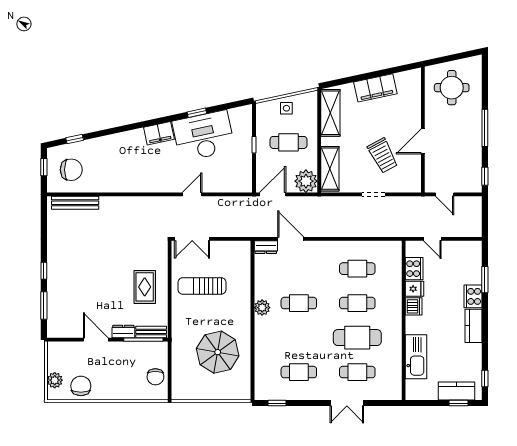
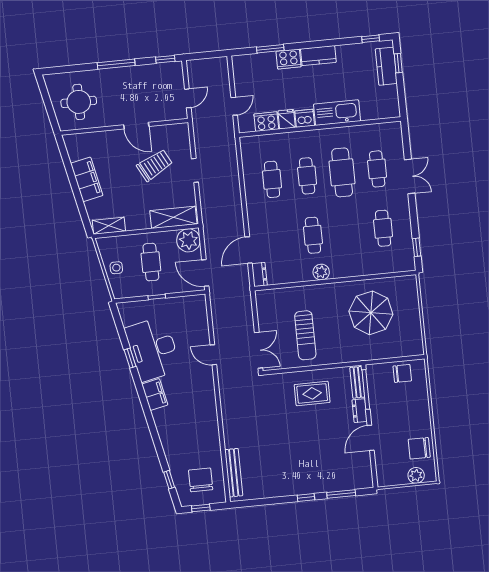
shelving: (330, 113) -> (109, 226), width x0.67, depth x0.75
kitchen sink: (416, 357) -> (337, 113), moved

